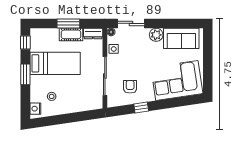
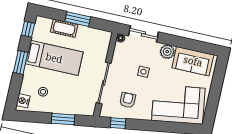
cot: (71, 34) -> (64, 28), moved
dresser: (93, 34) -> (101, 35), removed
side table: (114, 49) -> (143, 72), moved
window: (141, 107) -> (118, 123), moved
window: (75, 117) -> (63, 119), added

